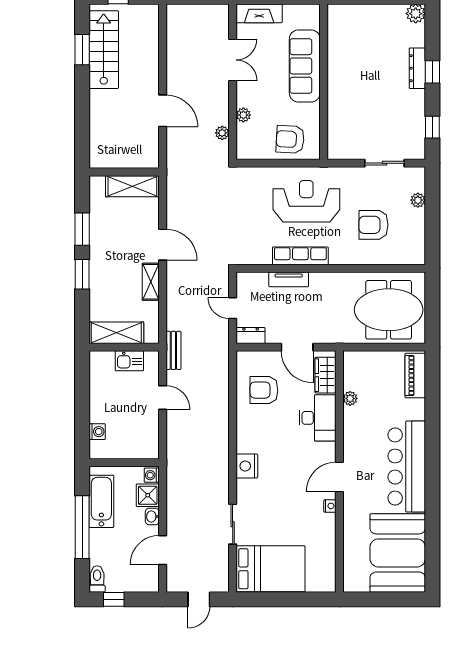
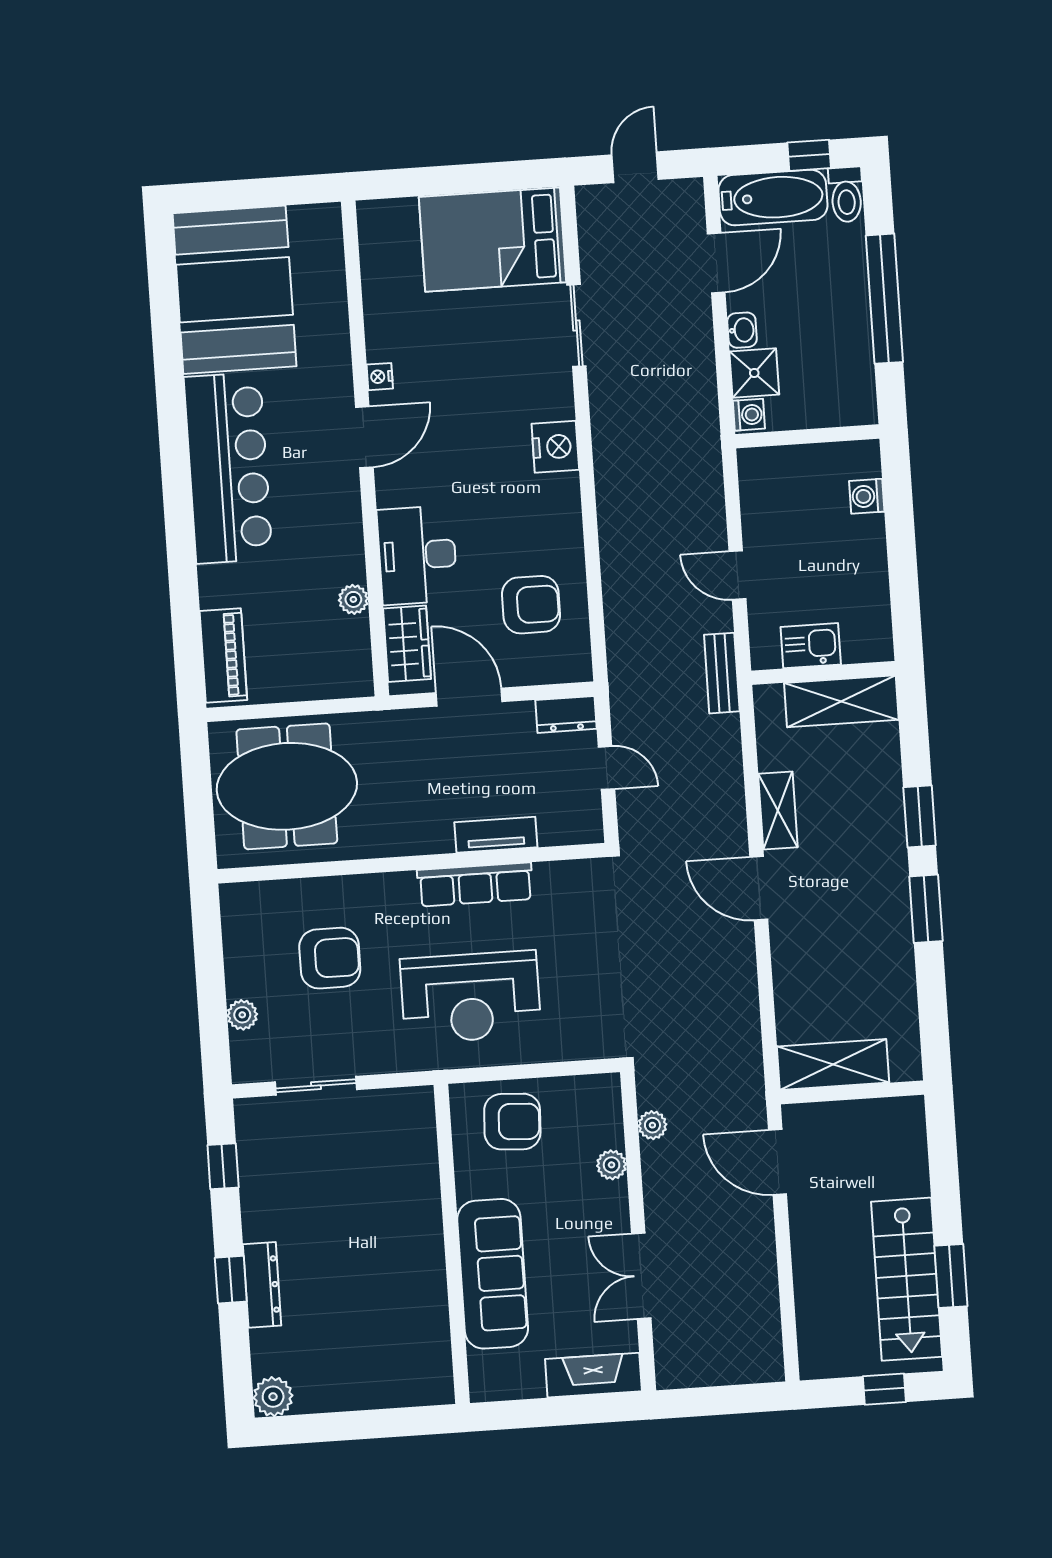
wall: (124, 172) -> (852, 1092), moved
shelving: (132, 186) -> (833, 1065), moved
bathtub: (101, 501) -> (773, 198), moved, turned -90

